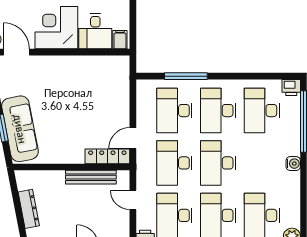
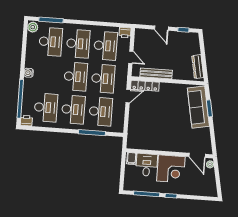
dresser: (29, 209) -> (198, 67), moved

